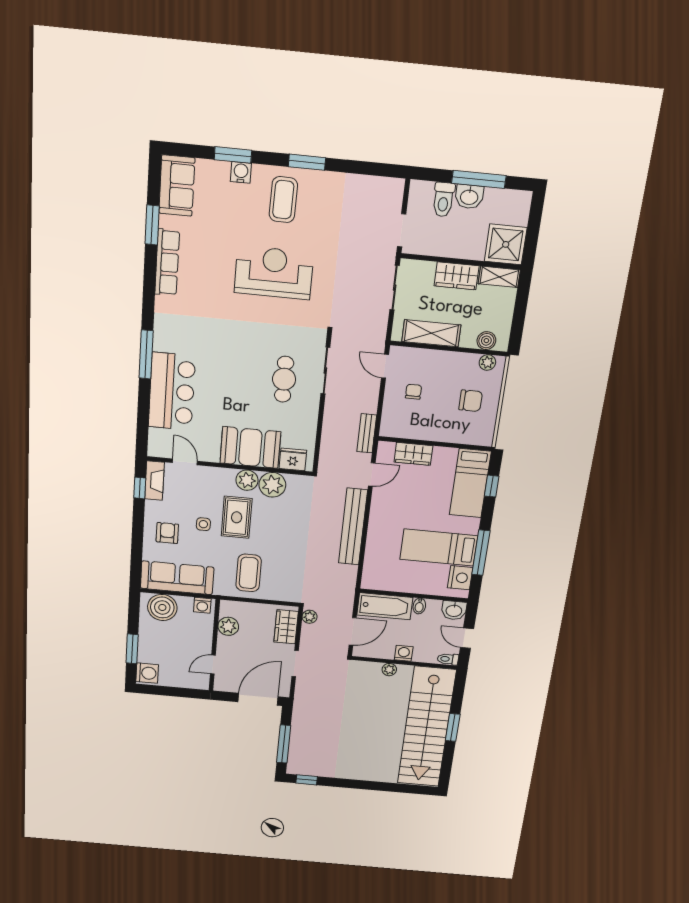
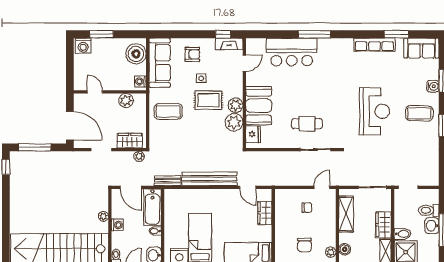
bidet: (476, 247) -> (402, 234), added
bench: (367, 433) -> (168, 181), moved

